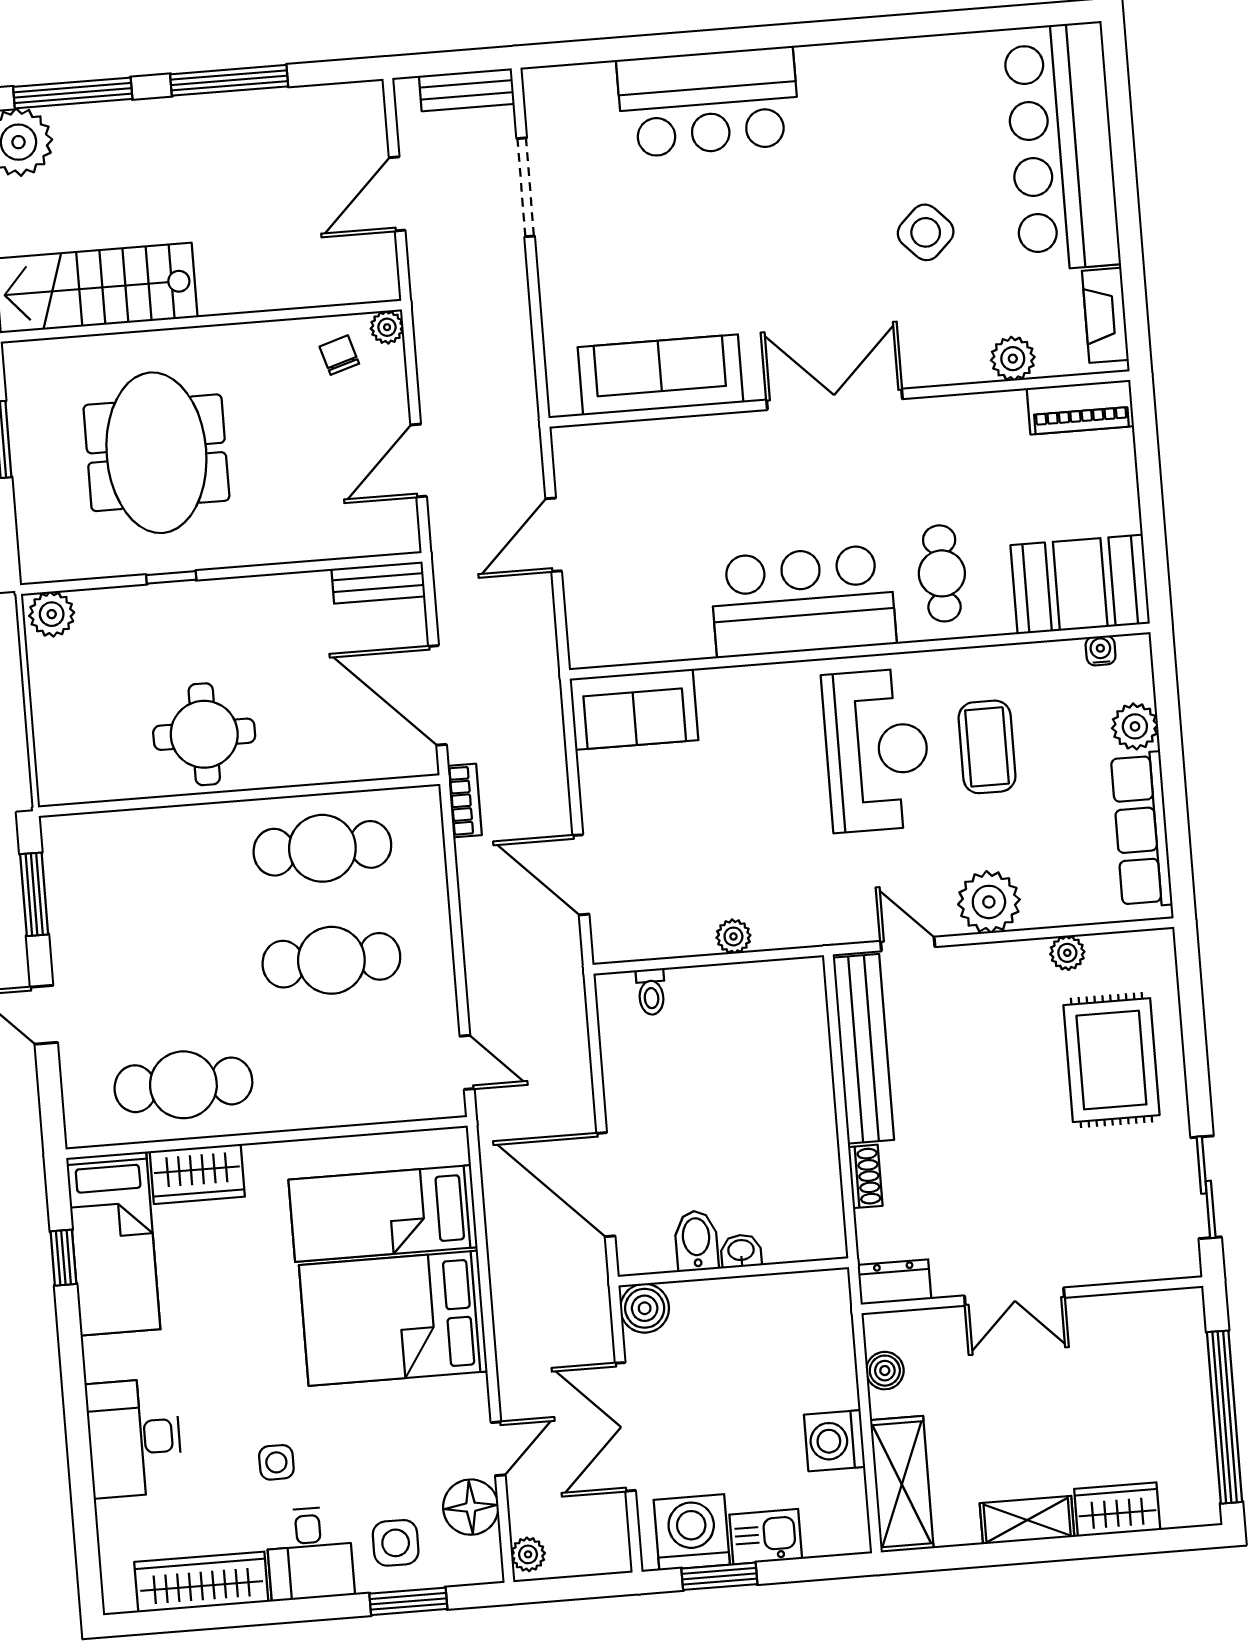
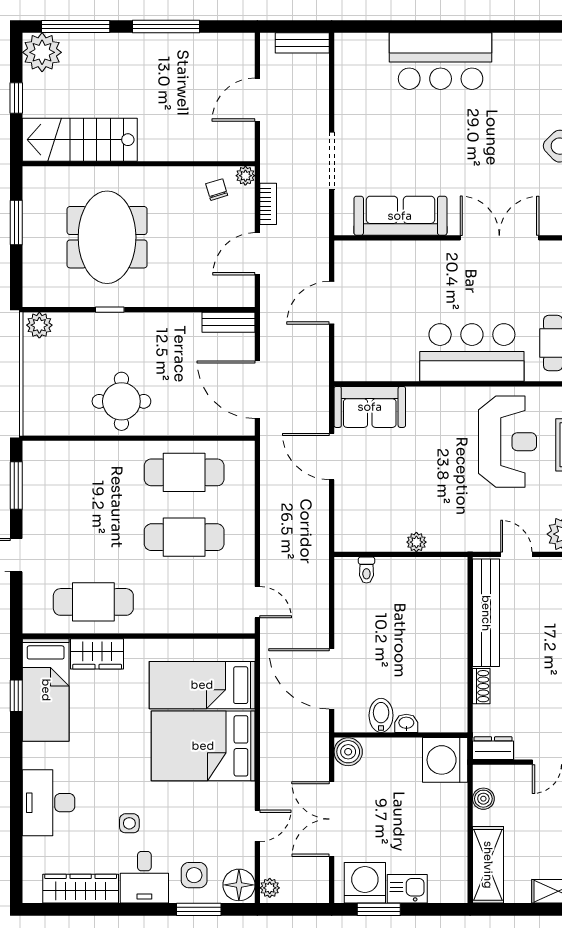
doorway: (526, 187) -> (332, 161), moved
bookcase: (465, 801) -> (268, 204), moved
door: (581, 875) -> (332, 457), moved
washing machine: (835, 1441) -> (445, 760), moved, width x1.37, depth x1.37
floor lamp: (471, 1507) -> (239, 885), moved

